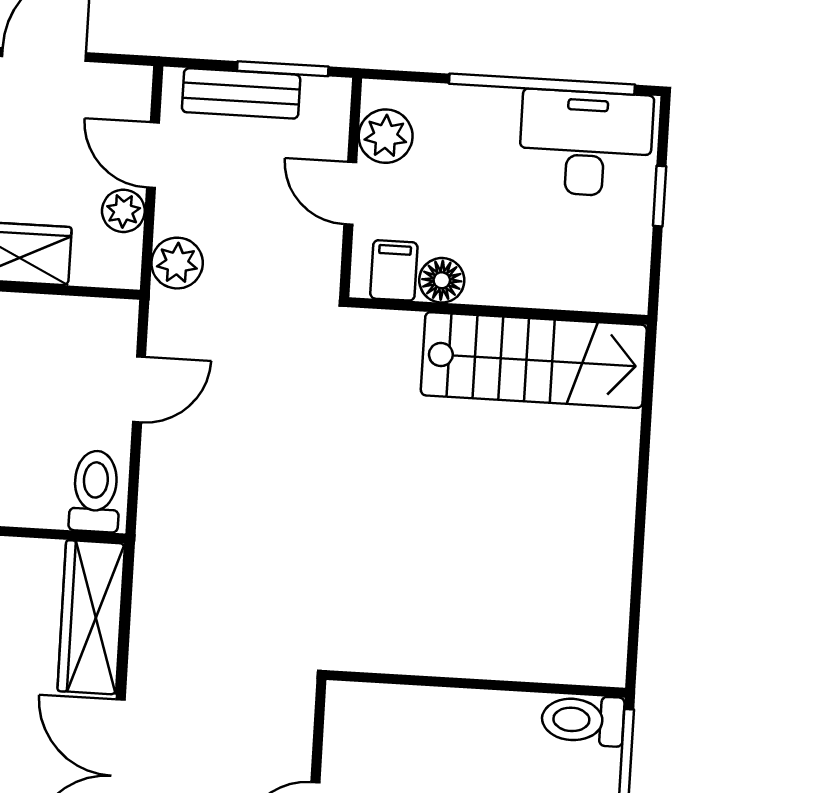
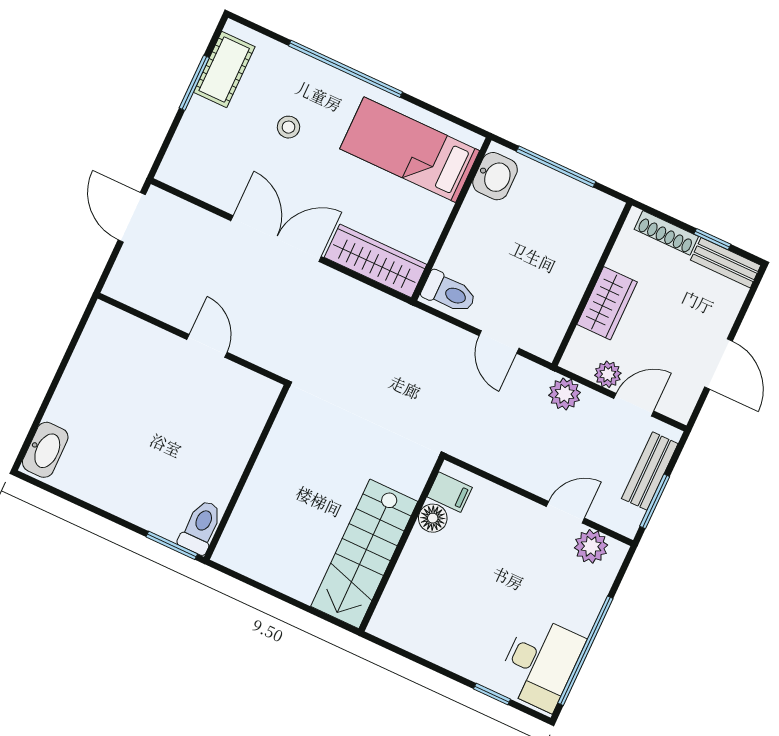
filing cabinet: (394, 270) -> (450, 492), moved
floor lamp: (442, 280) -> (433, 518), moved
wall: (498, 311) -> (402, 544), moved
stairs: (534, 360) -> (364, 554), moved

